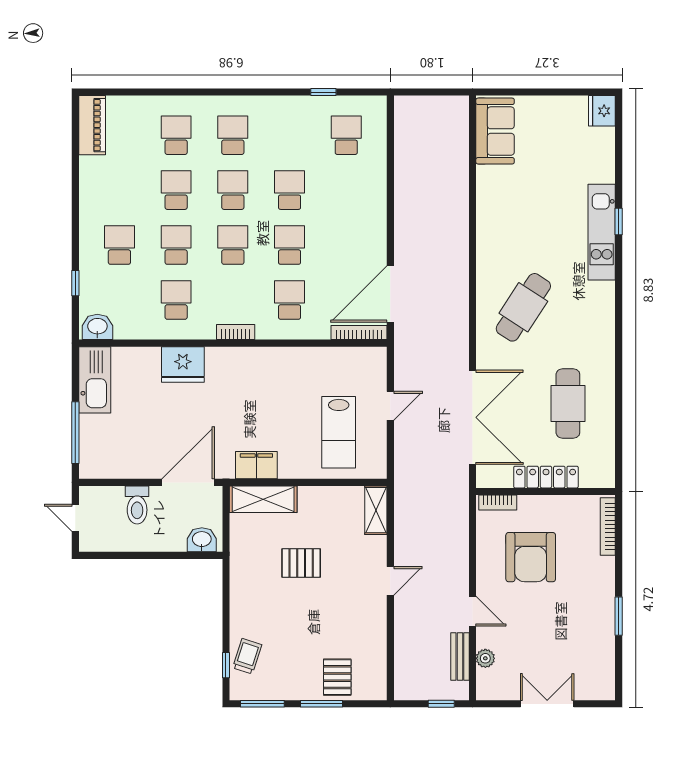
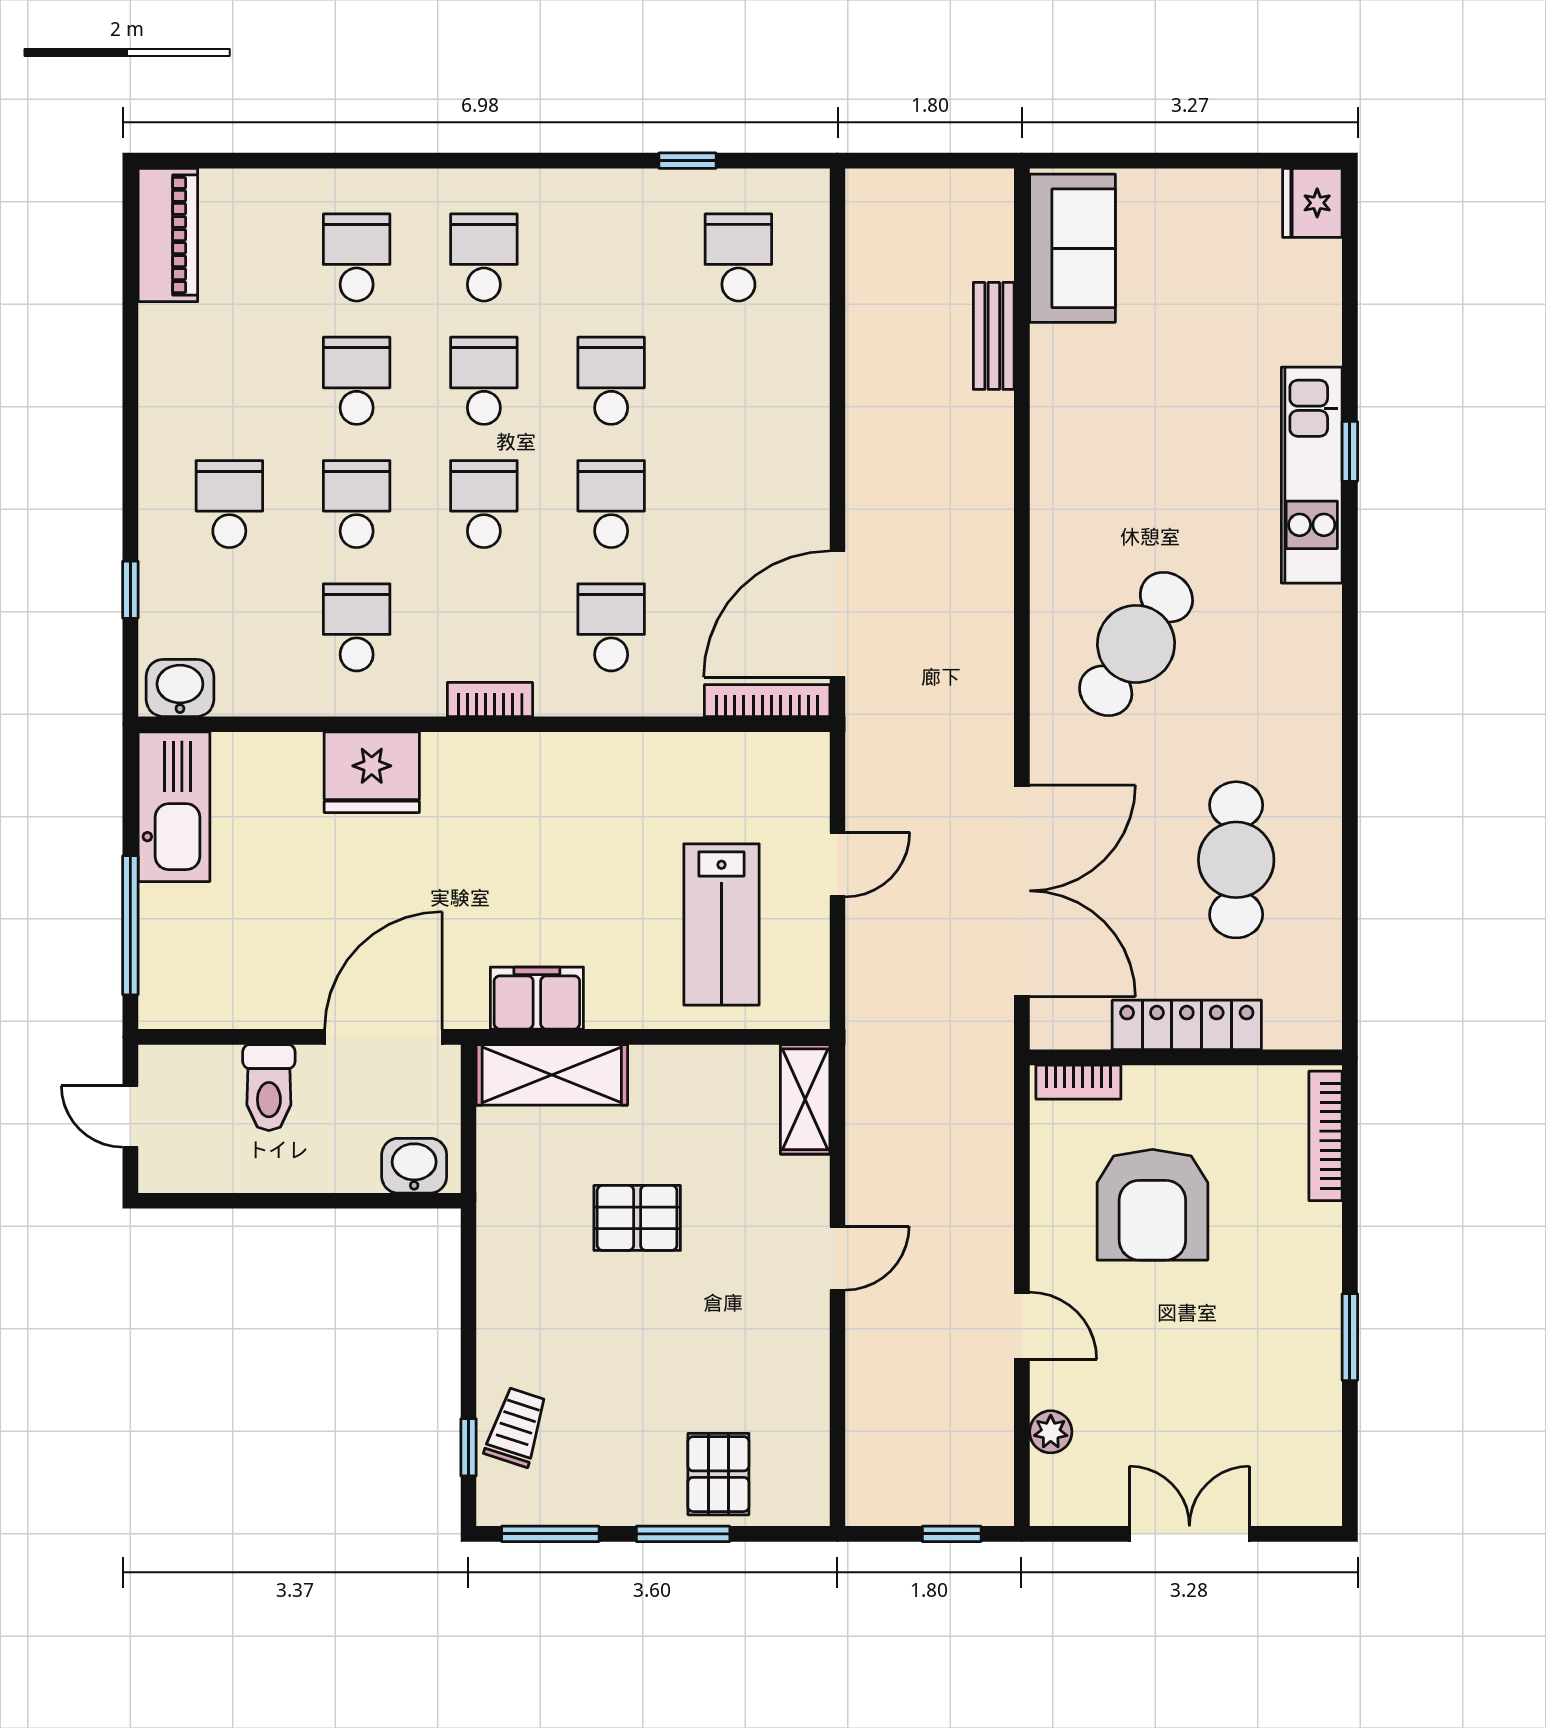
bench: (460, 656) -> (994, 336), moved

